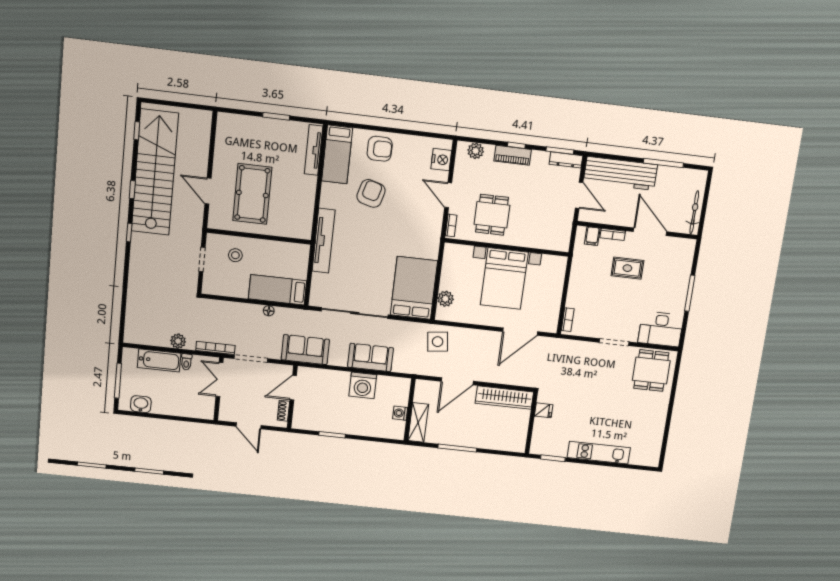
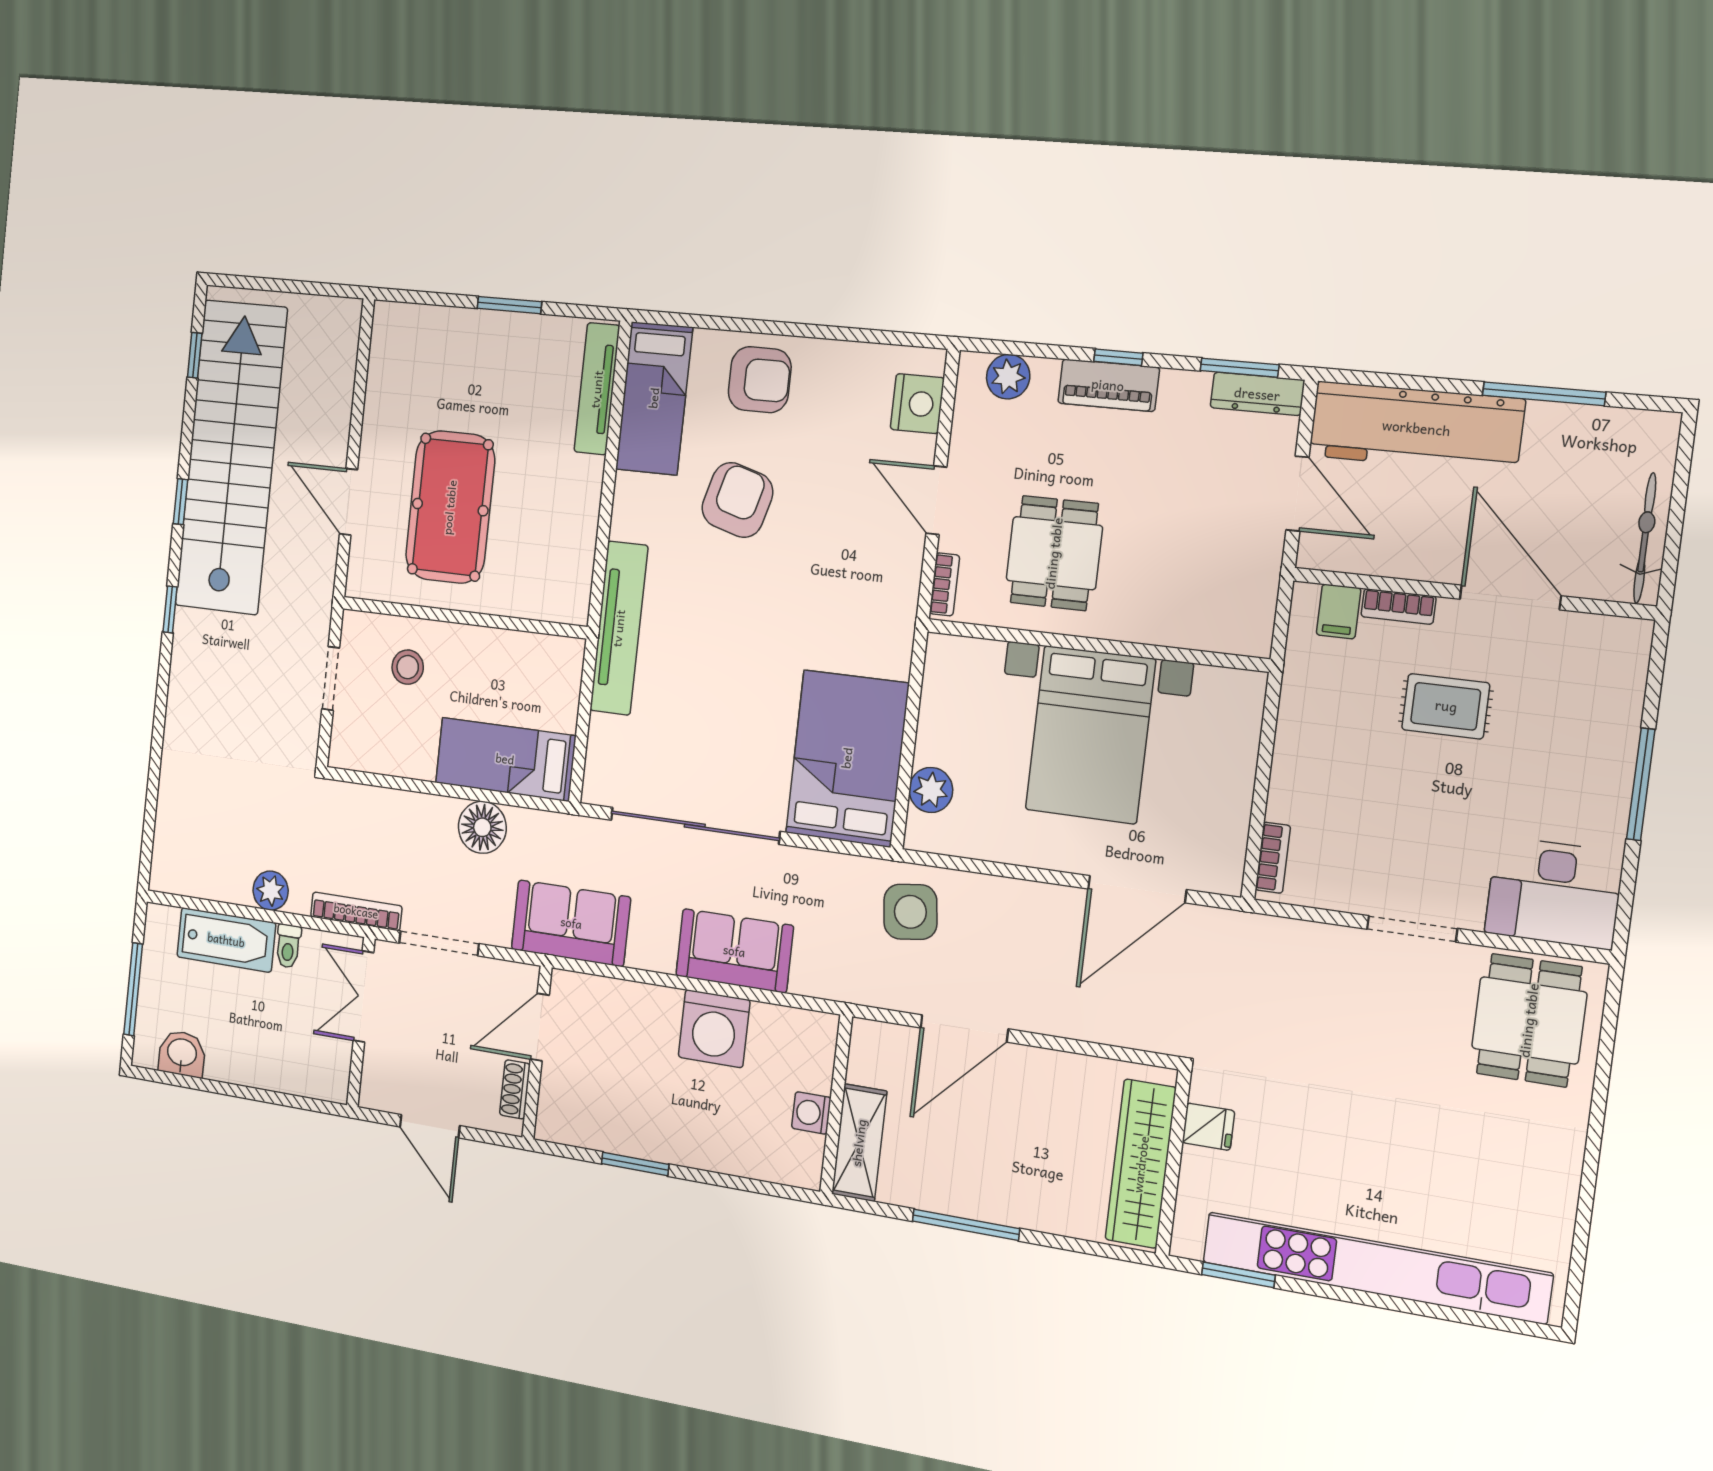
floor lamp: (269, 311) -> (482, 827), width x1.89, depth x1.89
wardrobe: (504, 398) -> (1141, 1164), moved, turned 90
kitchen unit: (599, 453) -> (1375, 1267), width x1.86

